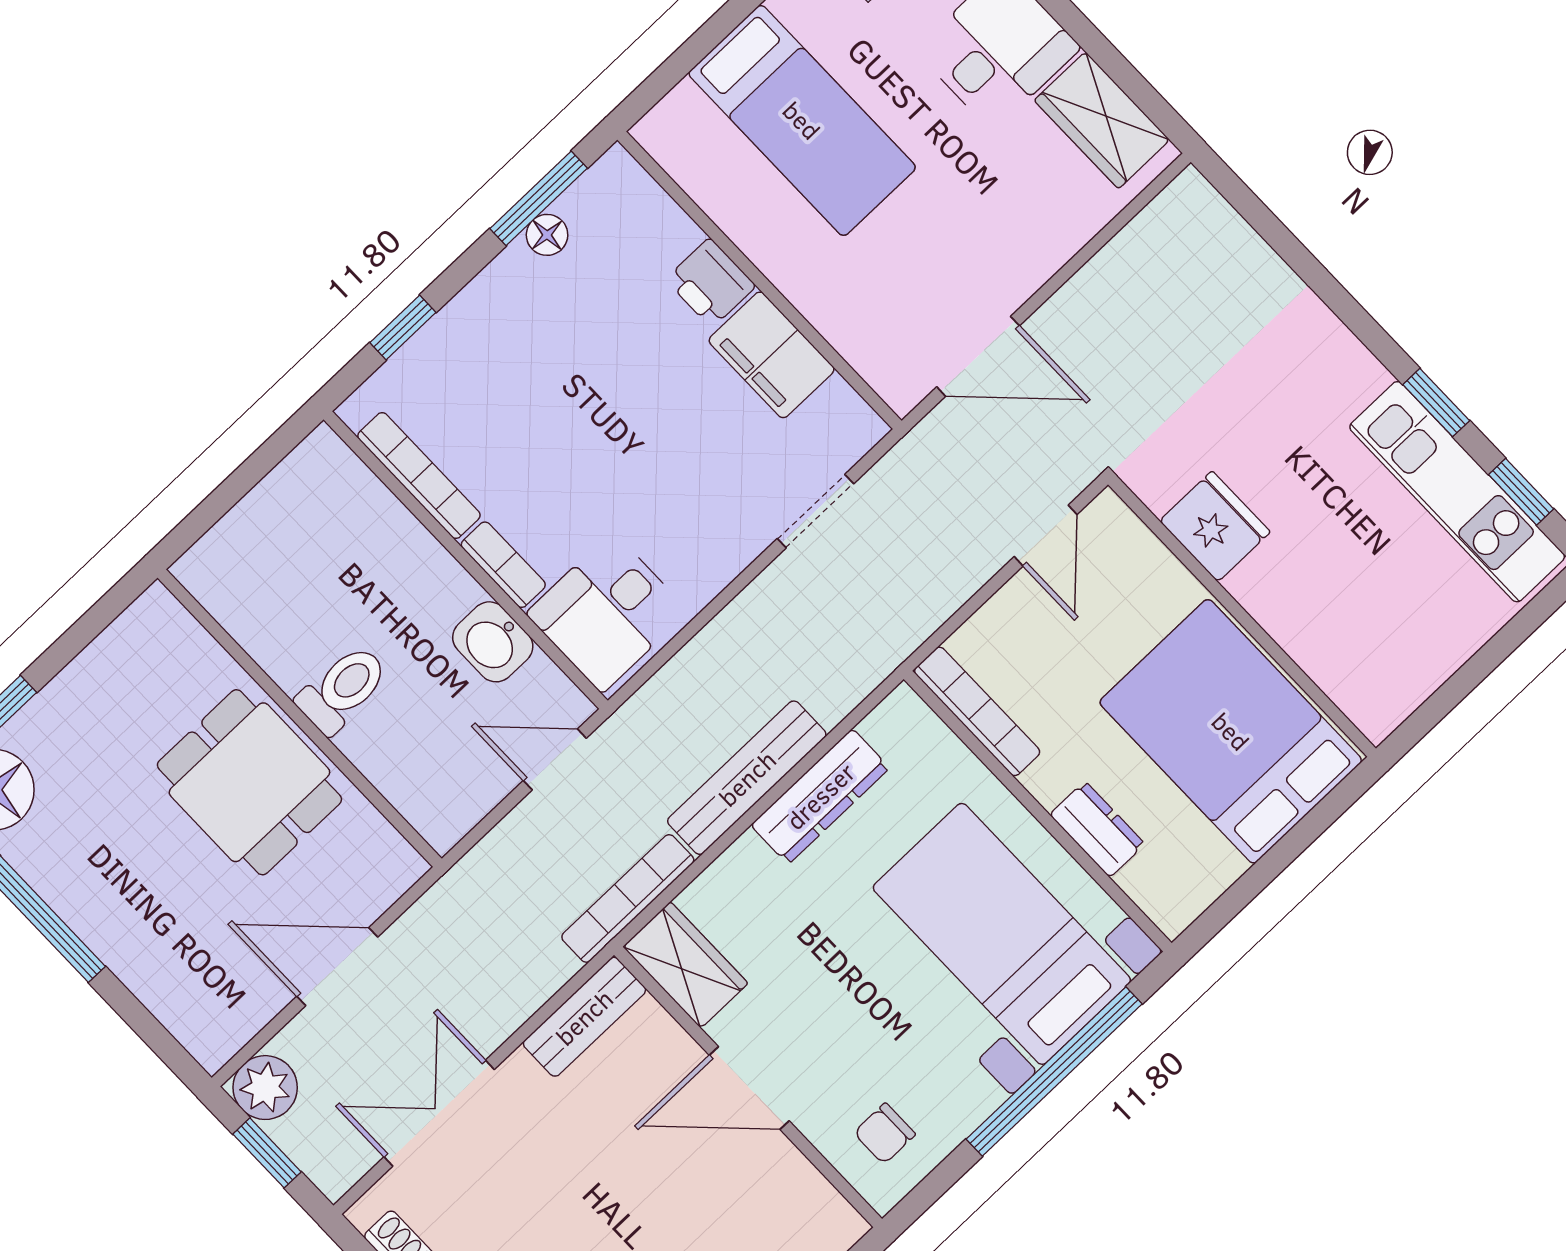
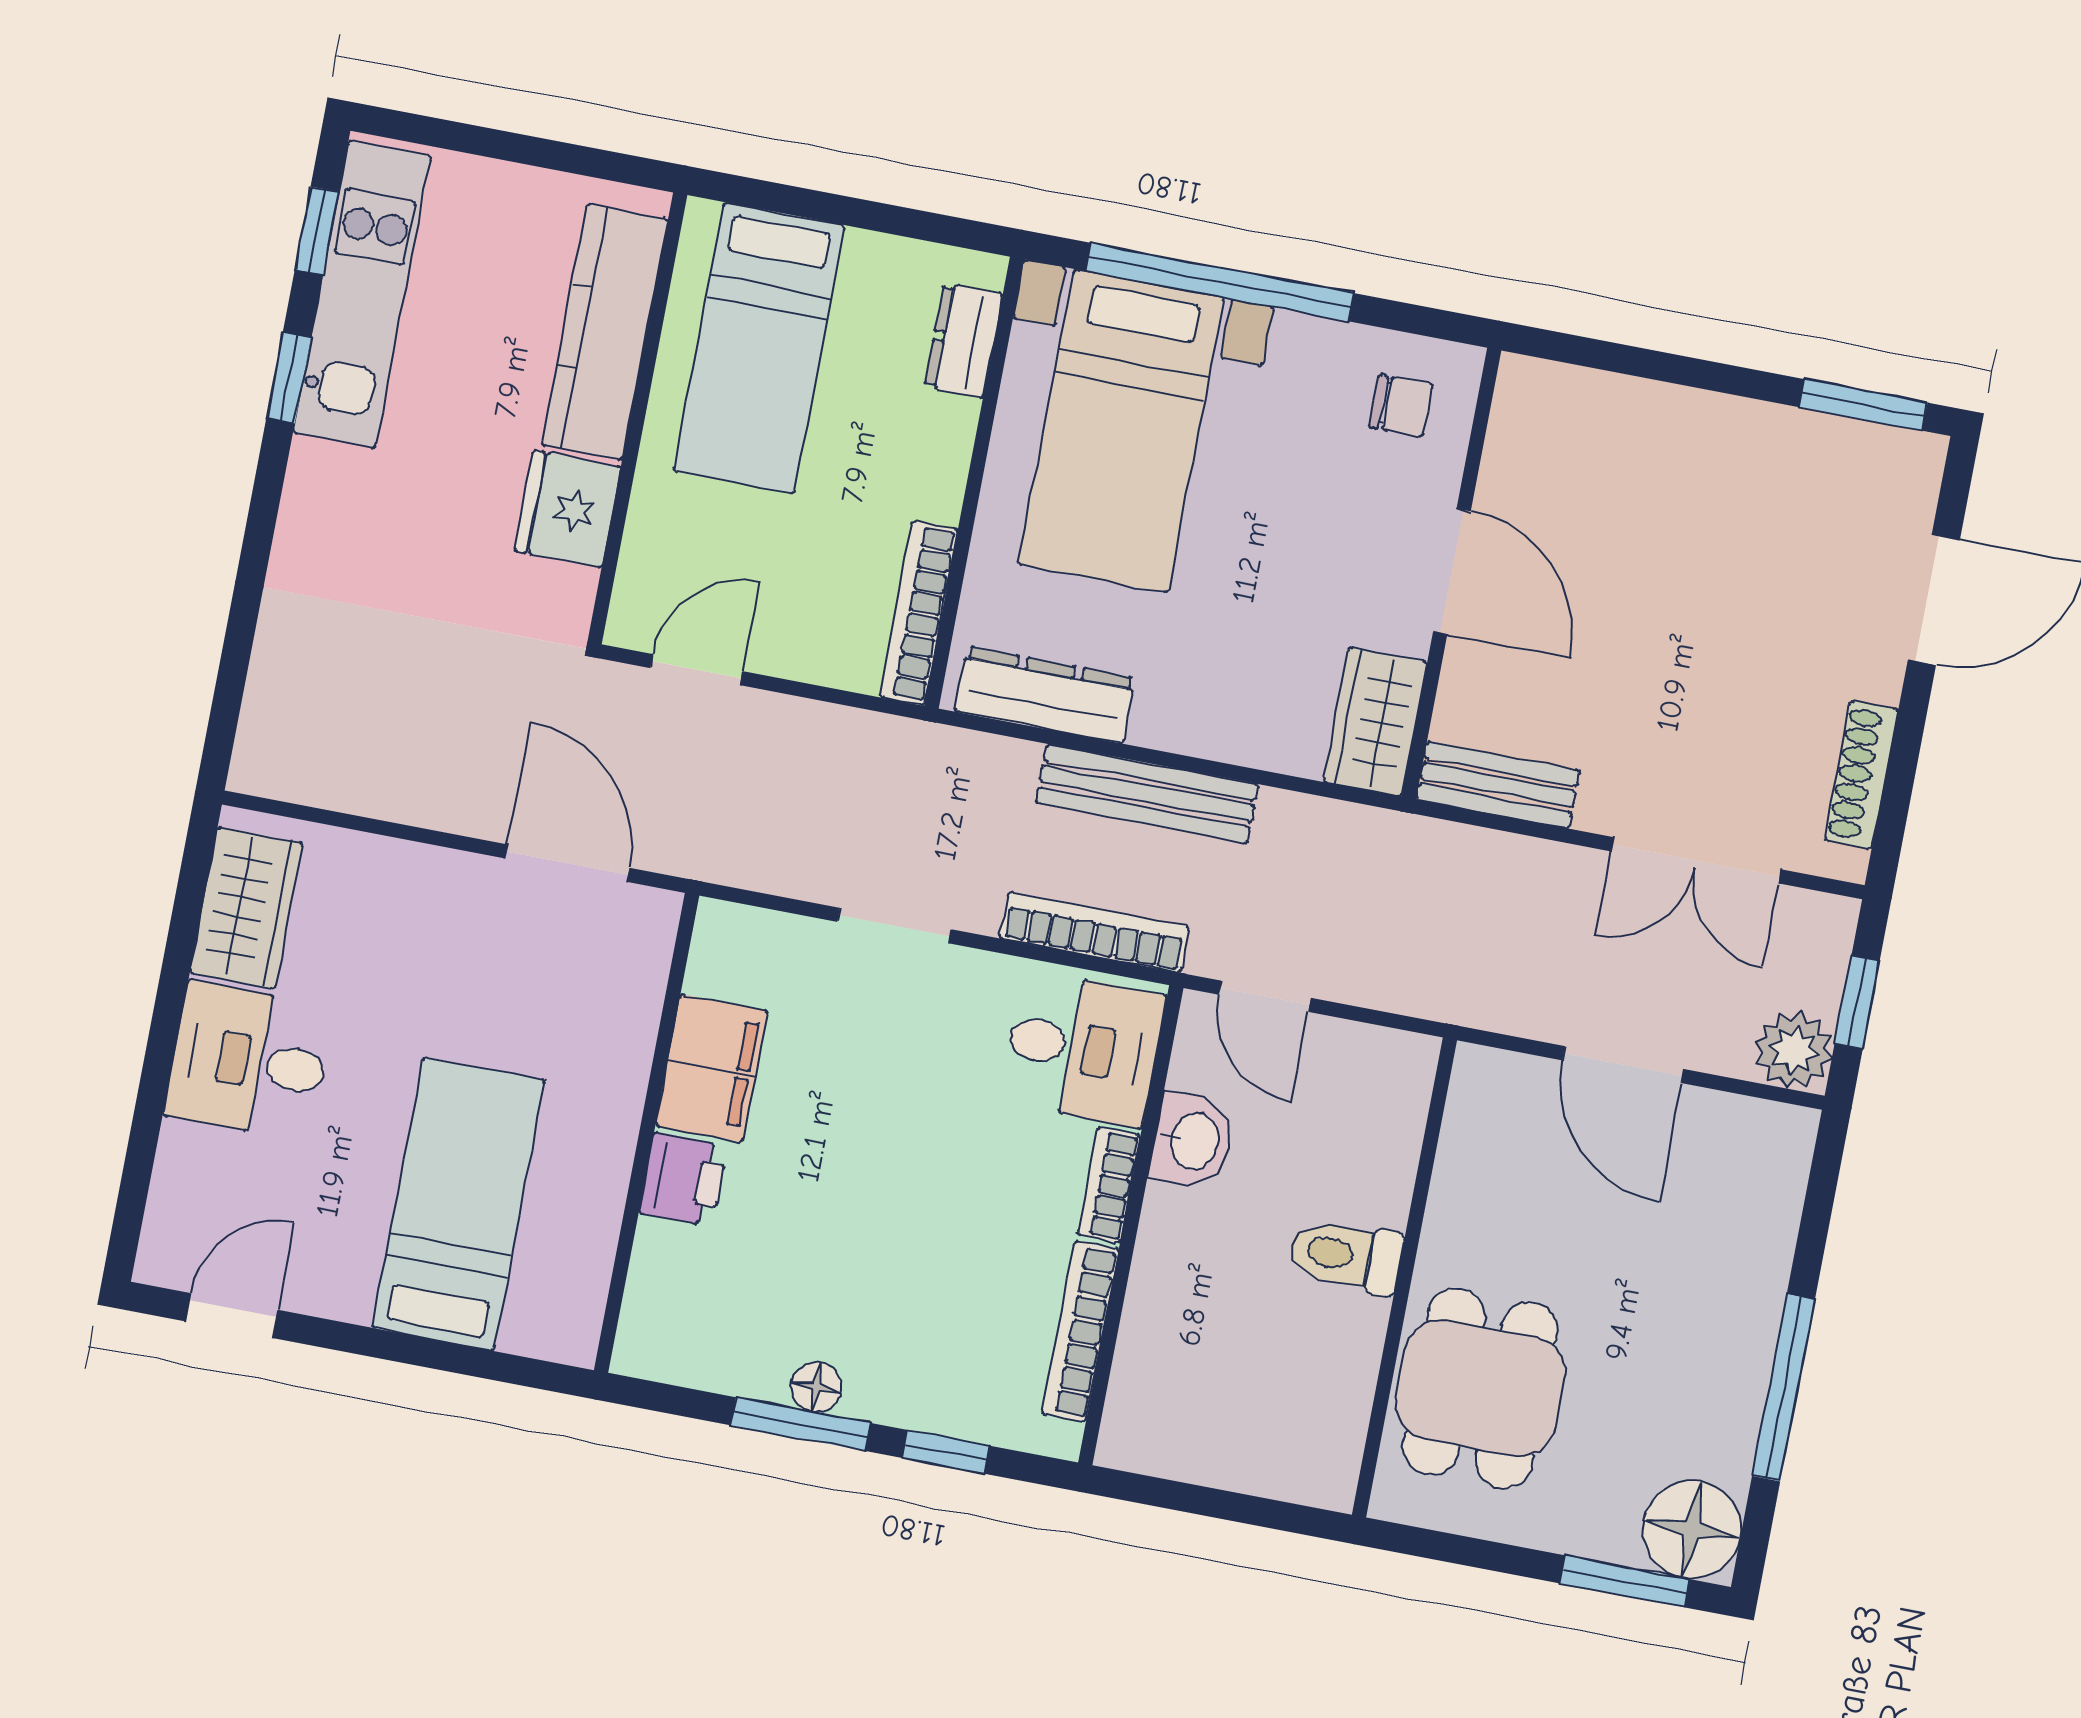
window: (539, 198) -> (801, 1424), moved
floor lamp: (547, 235) -> (816, 1387), moved
doorway: (815, 511) -> (895, 926), moved
kitchen counter: (1315, 636) -> (605, 332), added
bed: (1231, 731) -> (759, 348), width x0.67
dining table: (249, 782) -> (1480, 1388), moved
dresser: (820, 796) -> (1045, 695), moved
dresser: (1097, 829) -> (963, 340), moved
bookcase: (628, 898) -> (1095, 932), moved, turned 180

